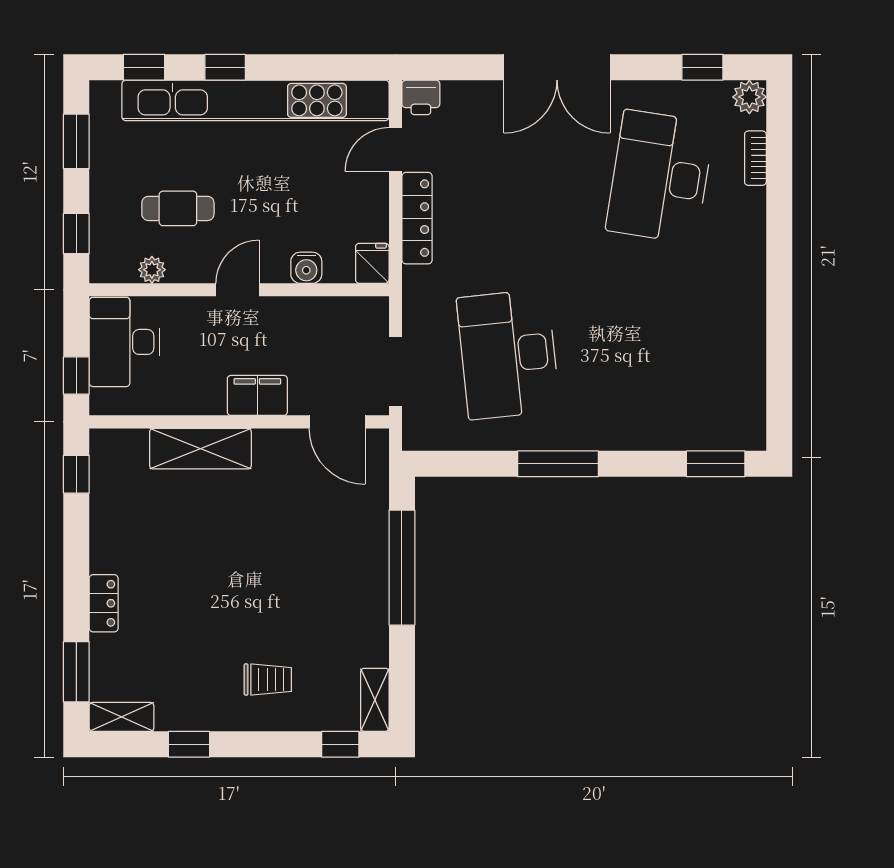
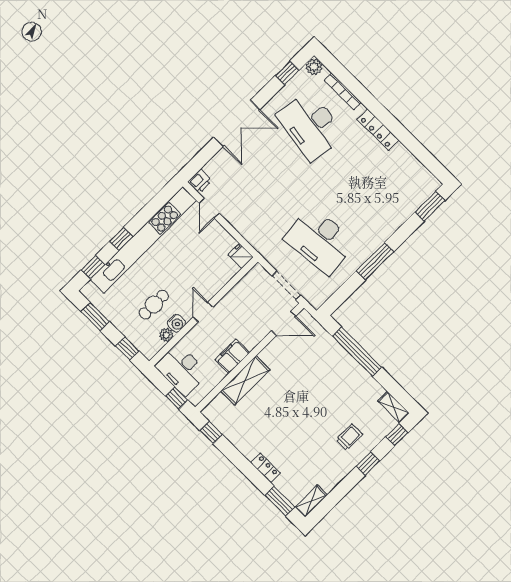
bookcase: (755, 158) -> (343, 91), width x1.56
locker: (417, 218) -> (378, 130), moved, turned 180
water cooler: (306, 268) -> (177, 323), moved
filing cabinet: (257, 395) -> (232, 356), moved
window: (189, 744) -> (368, 464), moved

